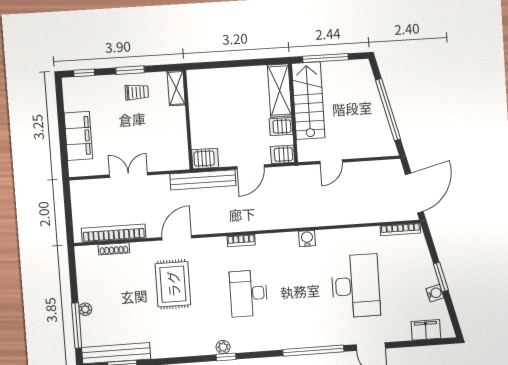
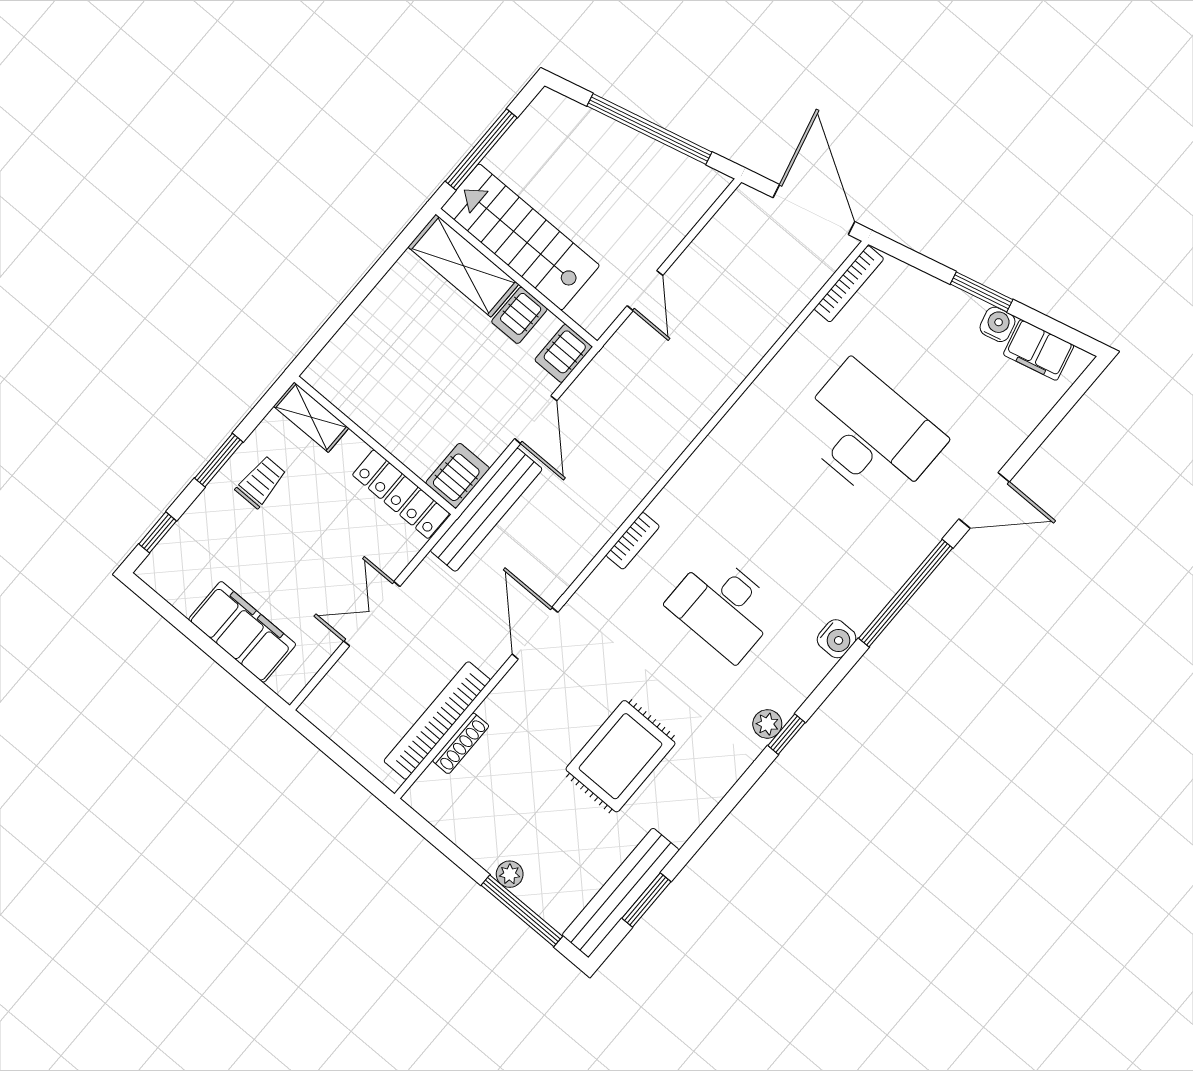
locker: (180, 145) -> (401, 494), added
water cooler: (307, 238) -> (837, 639), moved, turned 180
rug: (173, 284) -> (620, 756), moved, turned 90
filing cabinet: (426, 330) -> (1039, 350), moved, turned -104

